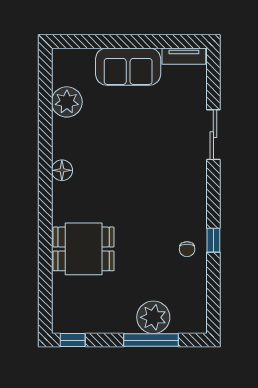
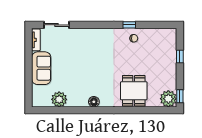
sliding door: (213, 135) -> (57, 25), moved
plant: (153, 317) -> (168, 99), moved
window: (151, 340) -> (180, 57), width x0.46

